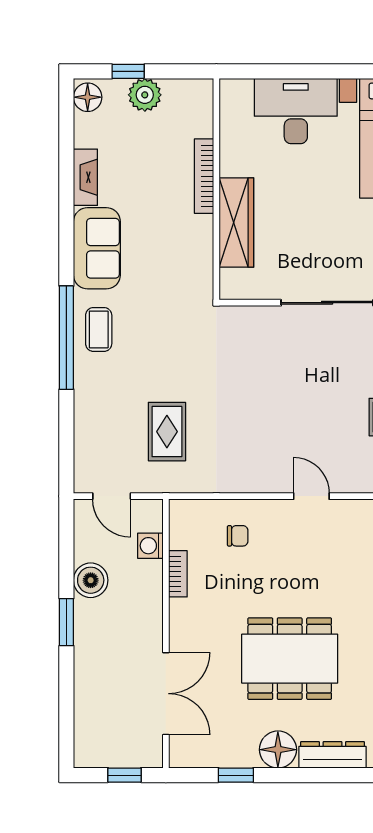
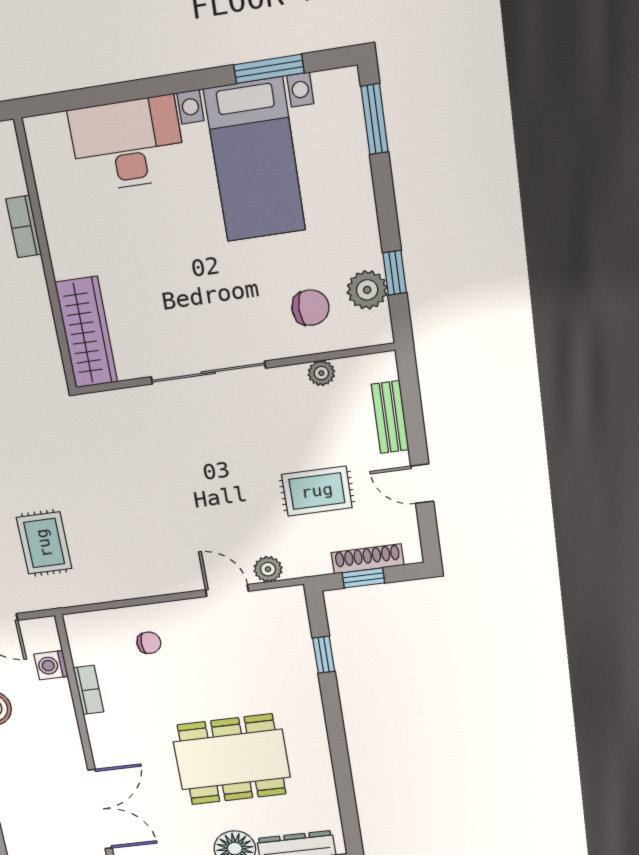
bookcase: (204, 176) -> (24, 227), width x0.64
wardrobe: (236, 222) -> (86, 333), moved
plant: (348, 481) -> (268, 569), added

